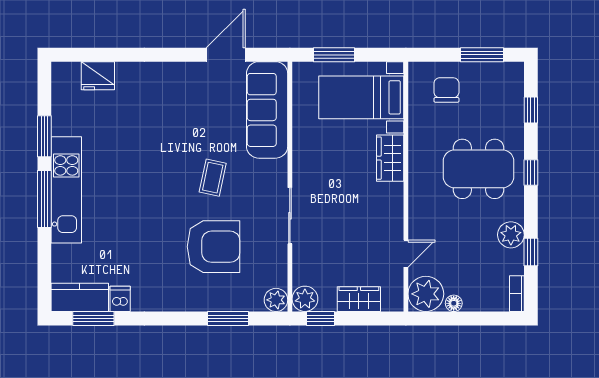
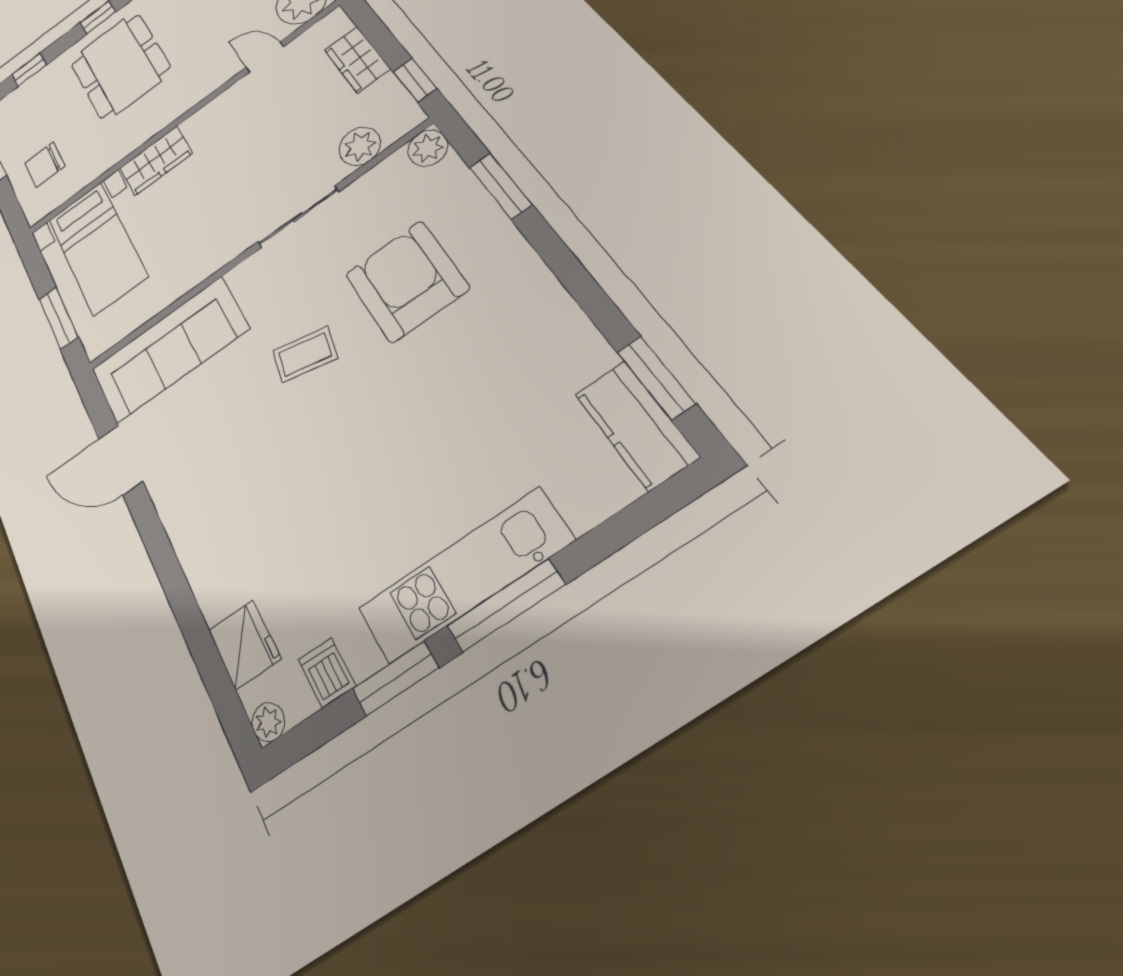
plant: (60, 70) -> (268, 722), added
dishwasher: (120, 299) -> (327, 673), moved, turned 90
plant: (305, 299) -> (360, 146), moved

